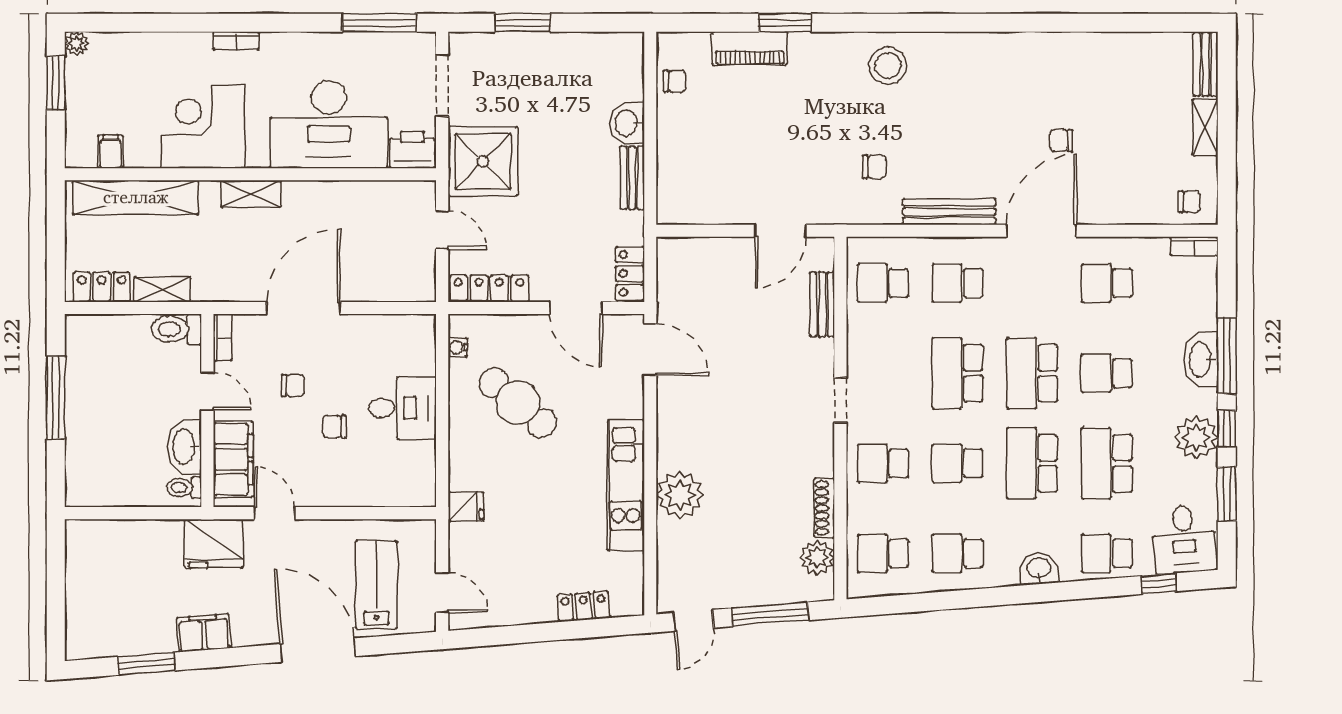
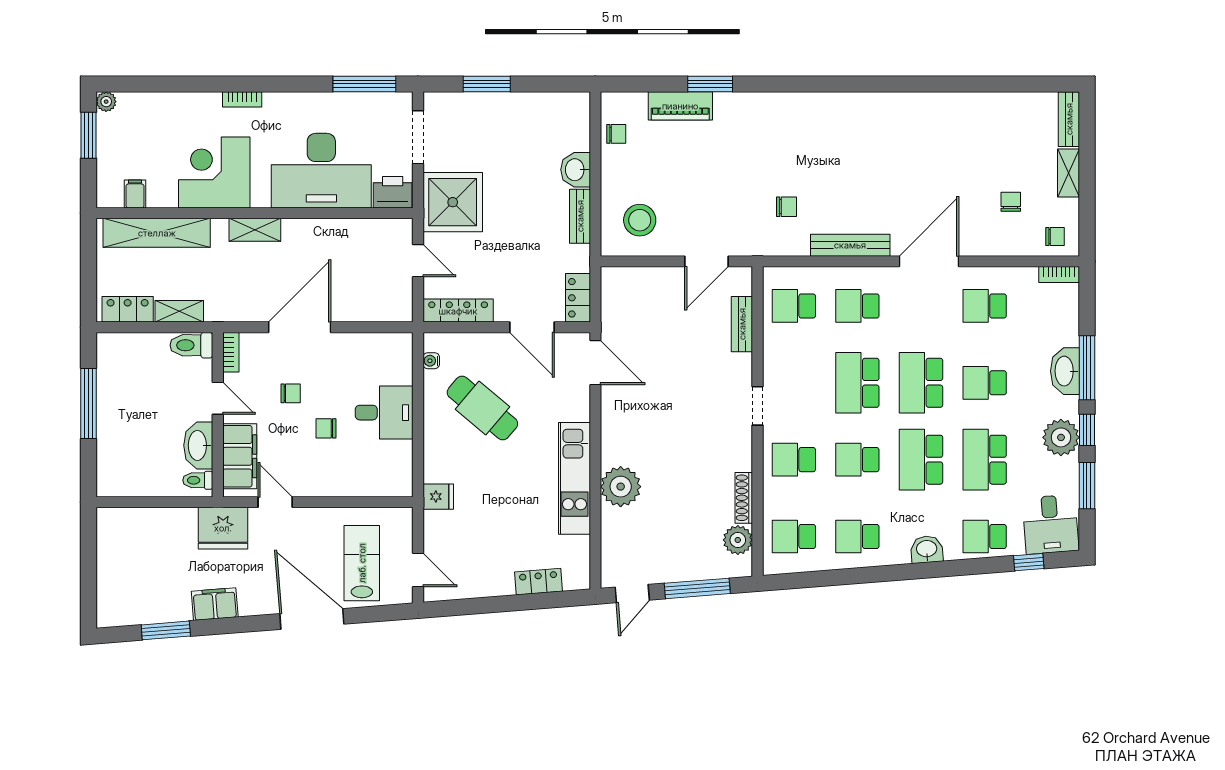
stool: (888, 66) -> (640, 220), moved
chair: (1061, 140) -> (1011, 202), moved, turned 89

